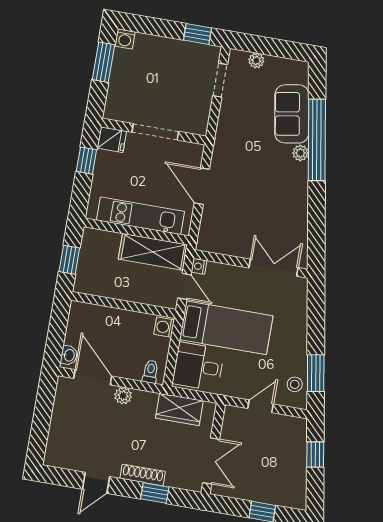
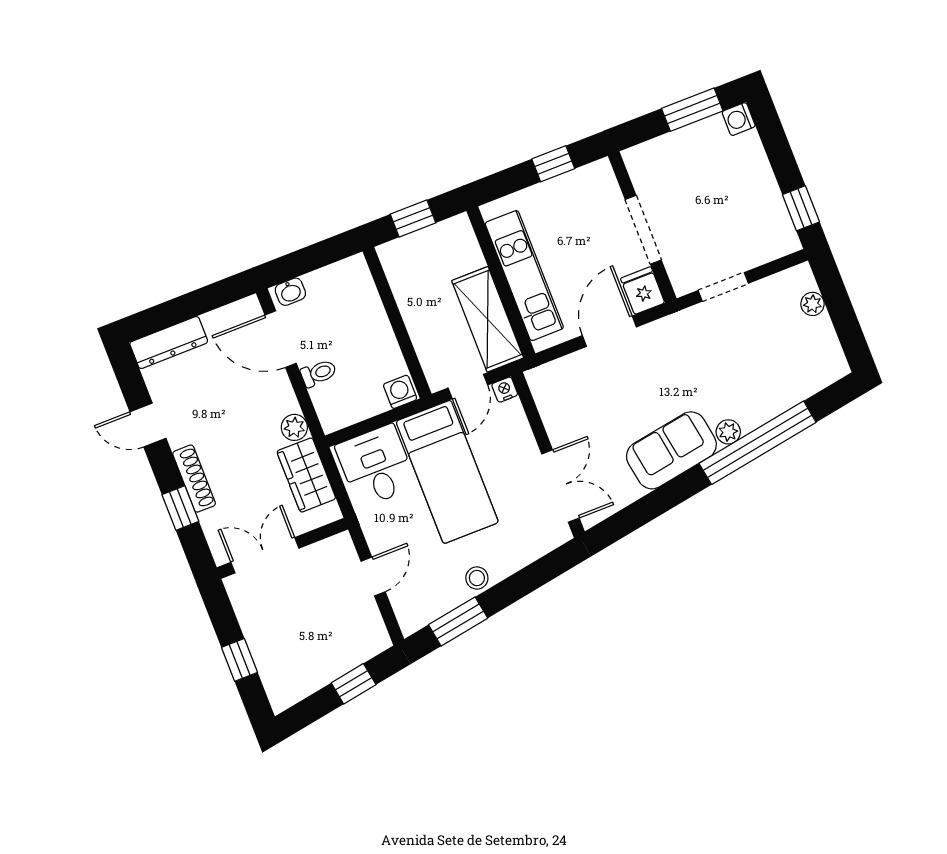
doorway: (220, 80) -> (723, 287), moved
sofa: (292, 114) -> (671, 450), moved
fridge: (112, 140) -> (643, 291), moved, turned 180
toilet: (150, 372) -> (319, 373), moved
door: (93, 377) -> (281, 339), swing flipped
stool: (295, 384) -> (477, 578), moved
plant: (123, 396) -> (294, 427), moved
door: (261, 406) -> (373, 576), hinge flipped
dresser: (56, 442) -> (169, 343), added
double door: (211, 461) -> (265, 555), swing flipped

